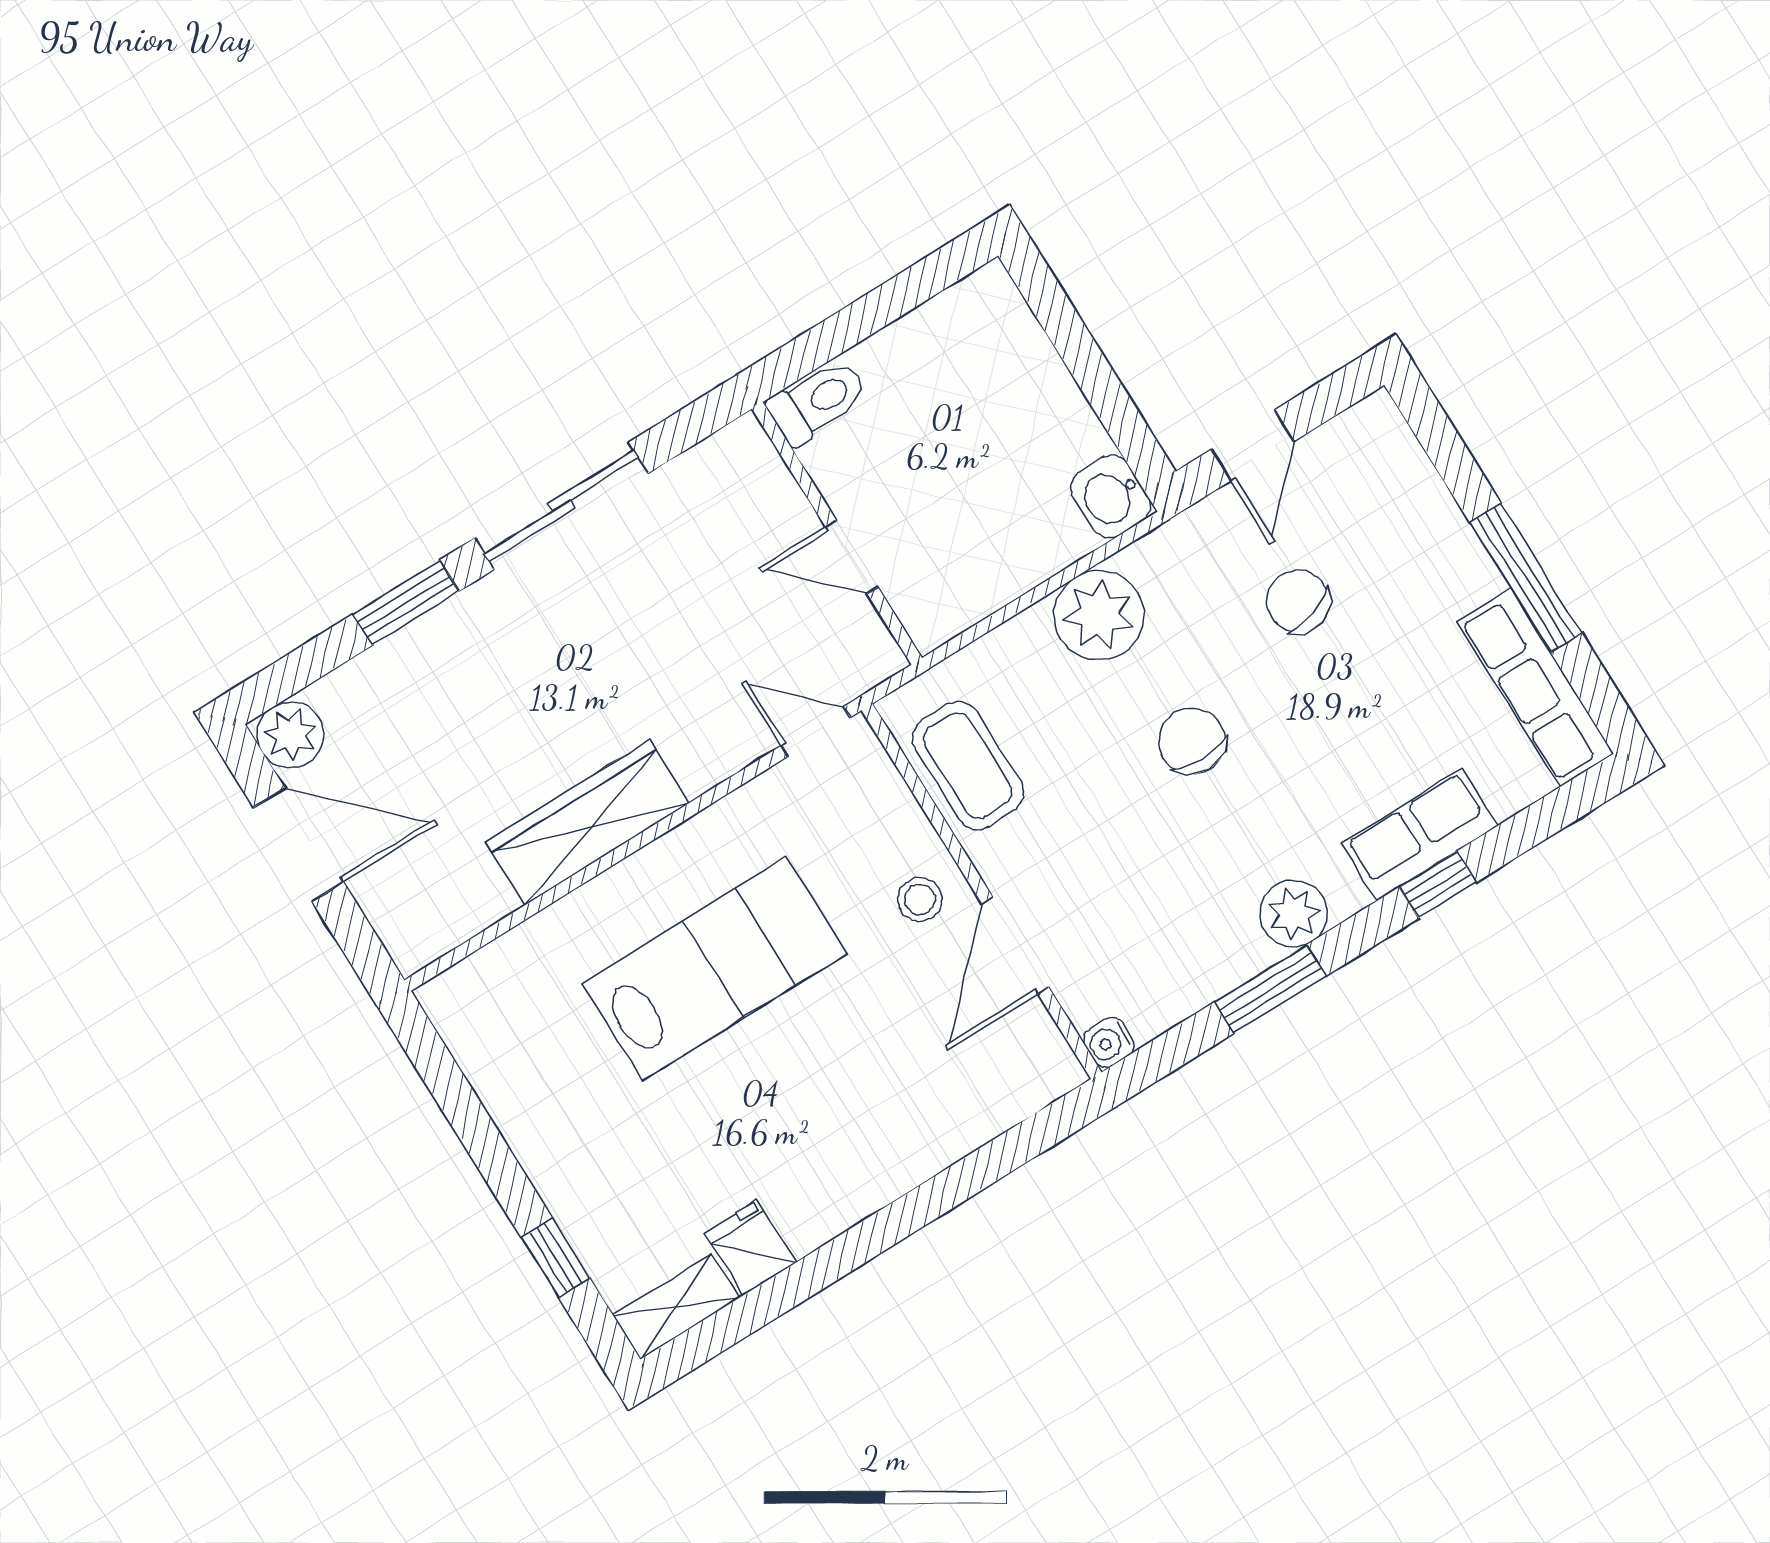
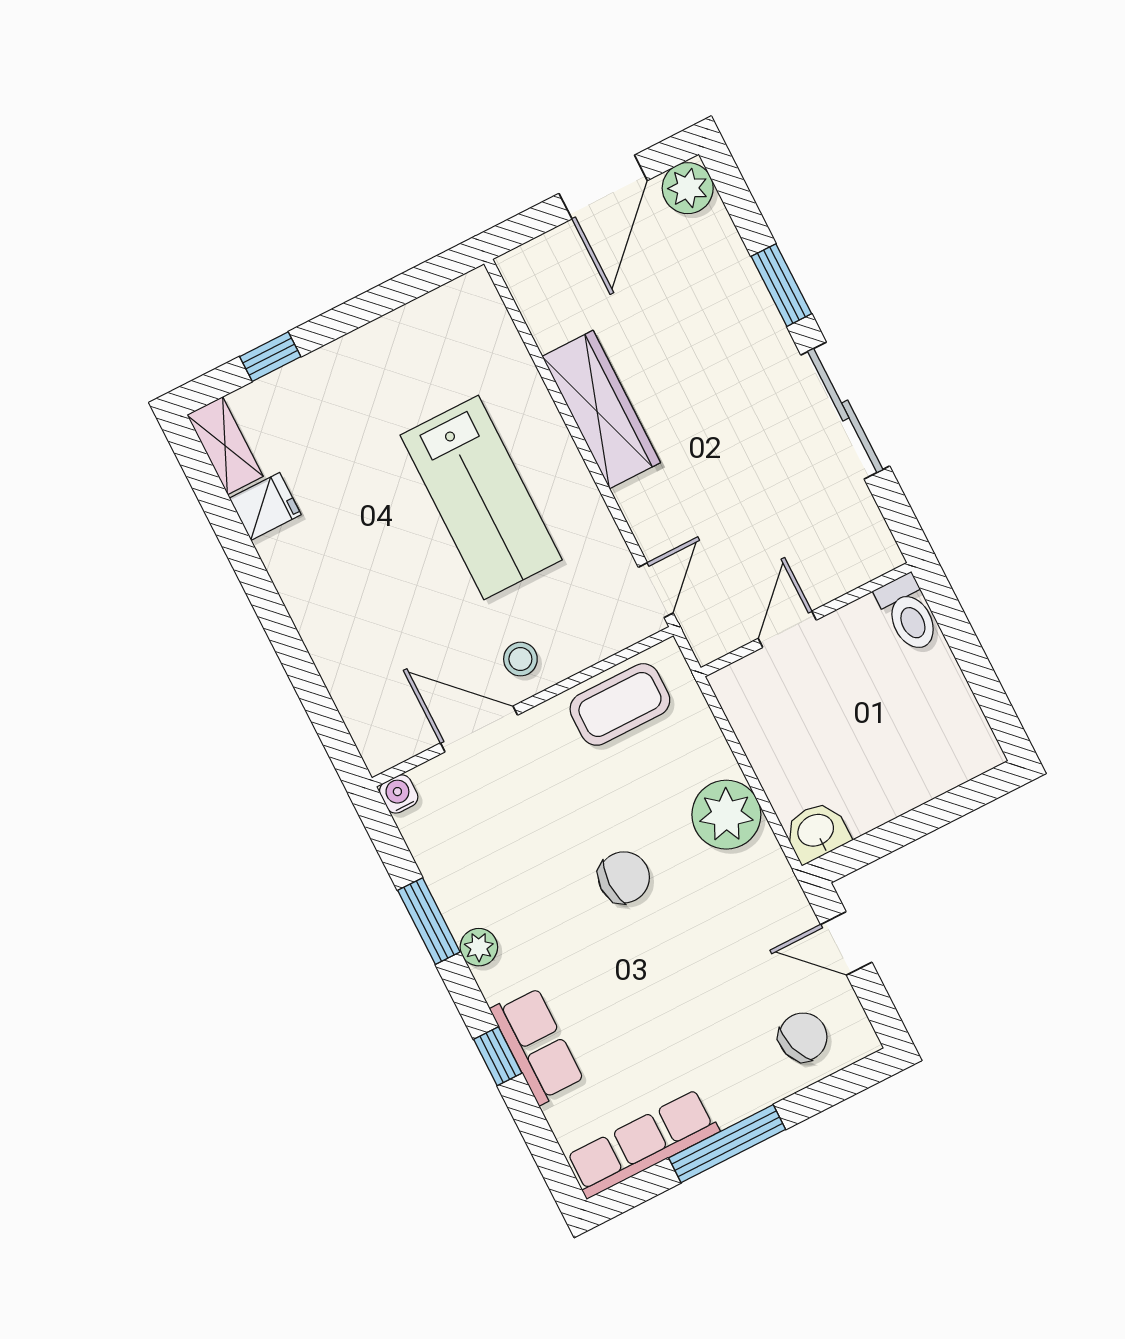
chair: (1298, 601) -> (803, 1037), moved
plant: (1294, 914) -> (479, 947), width x0.73, depth x0.73

